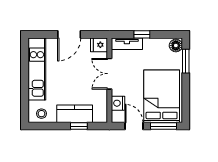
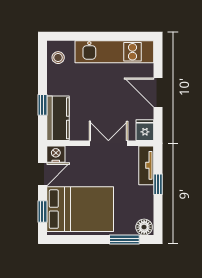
nightstand: (118, 103) -> (56, 154), moved
kitchen counter: (75, 114) -> (58, 118), moved
window: (163, 126) -> (42, 211), width x0.67

